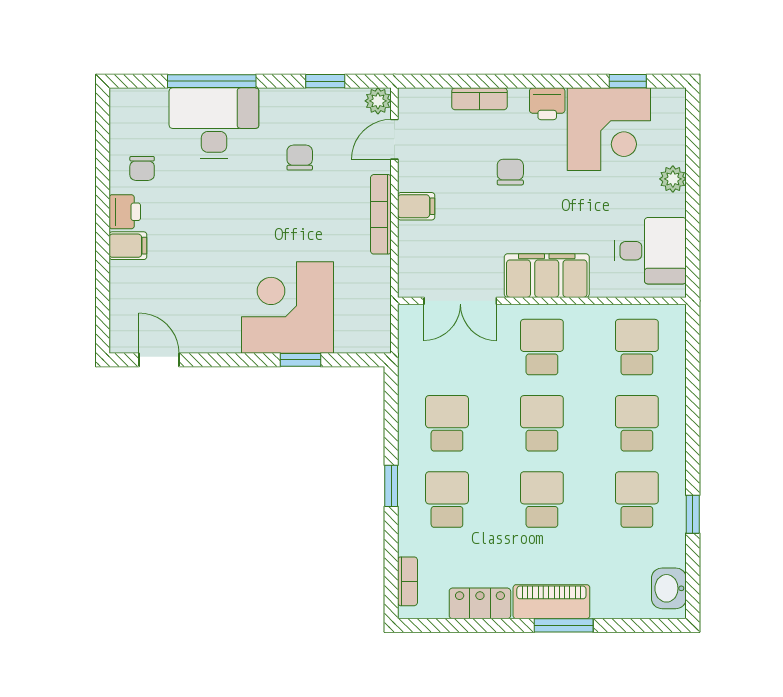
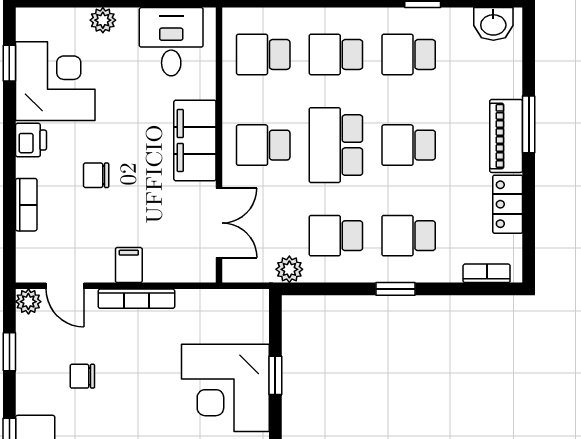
plant: (412, 375) -> (289, 269), added
school desk: (542, 423) -> (336, 145), width x1.85

